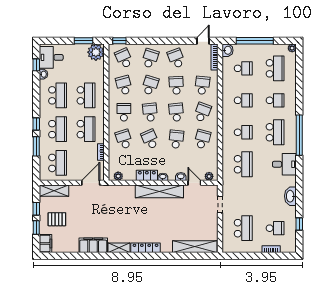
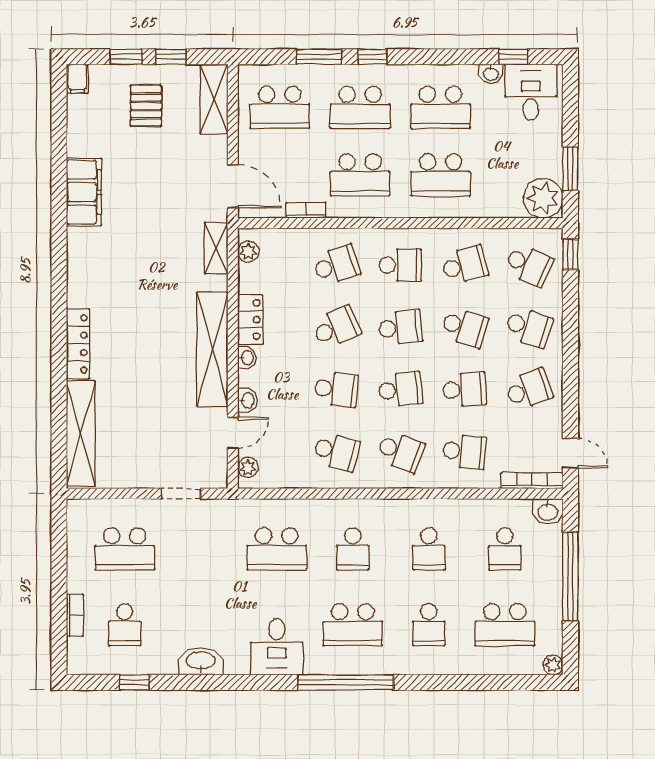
school desk: (124, 58) -> (529, 265), turned 48
filing cabinet: (46, 243) -> (77, 79), width x0.50
shelving: (119, 248) -> (216, 248), moved
locker: (146, 248) -> (78, 344), moved

